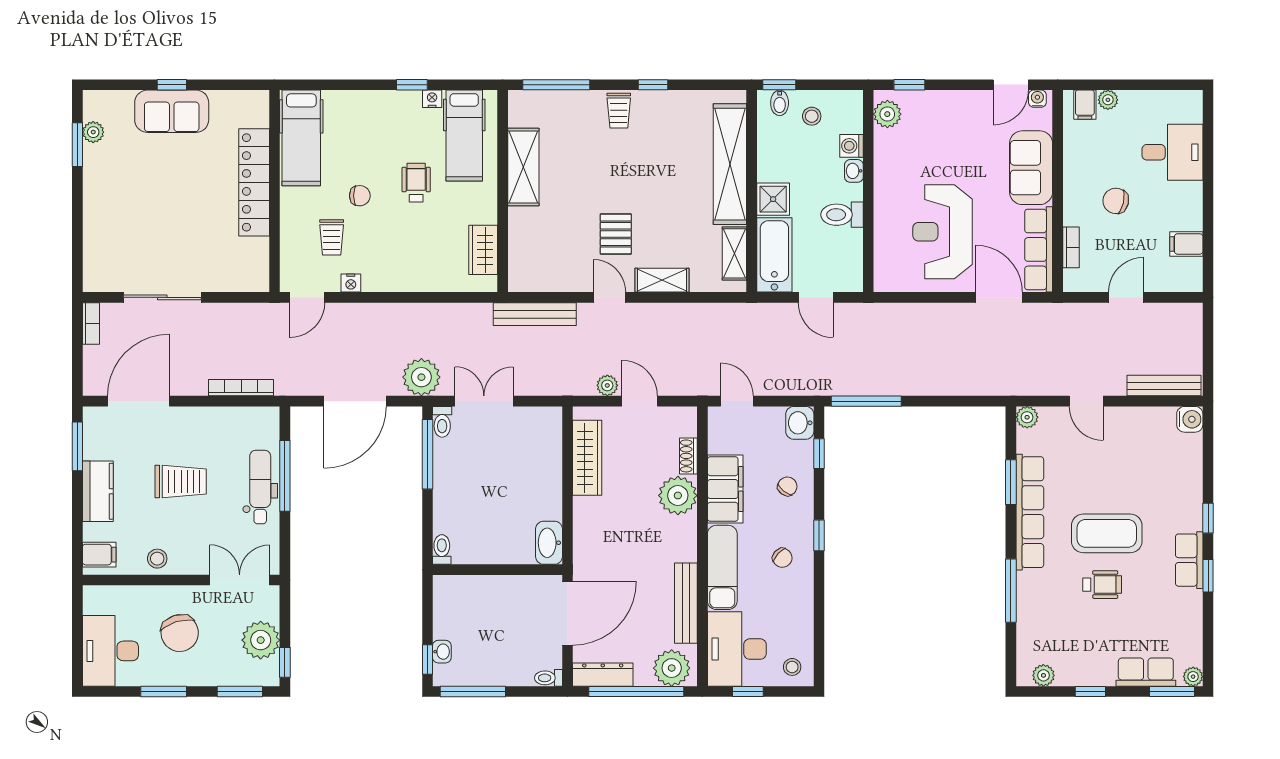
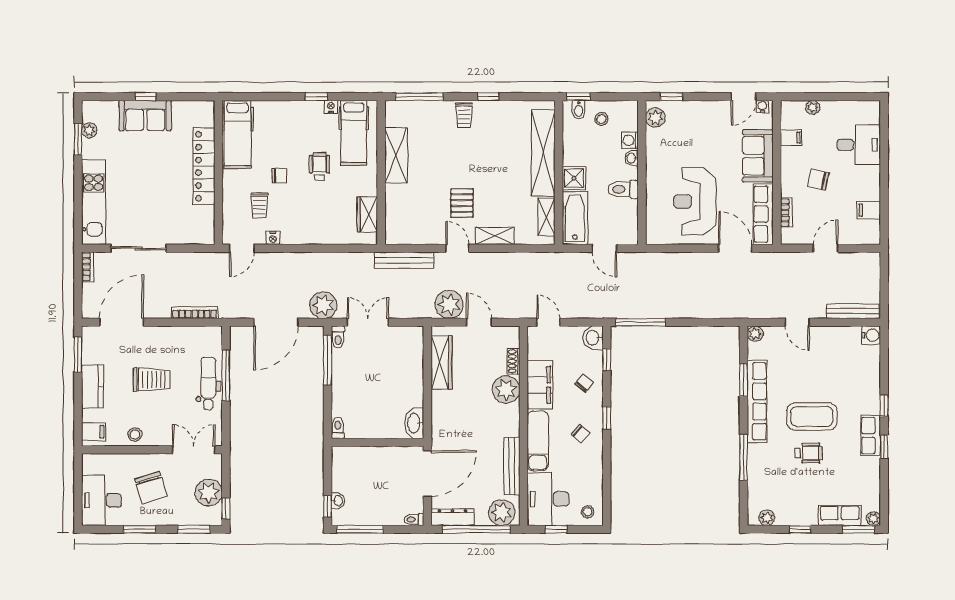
filing cabinet: (1085, 105) -> (791, 138), moved, turned -90
kitchen unit: (99, 233) -> (94, 202), added
plant: (607, 385) -> (449, 304), width x1.88, depth x1.88

